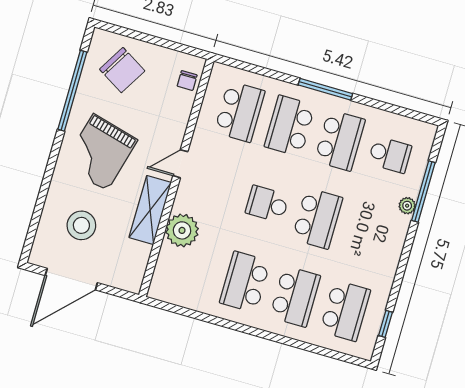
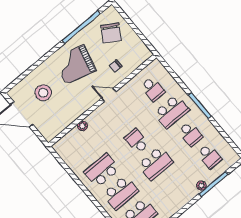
chair: (187, 81) -> (116, 66), moved
school desk: (240, 112) -> (153, 89), width x0.54
school desk: (290, 126) -> (172, 112), turned 180
school desk: (340, 140) -> (190, 134), width x0.54
shelving: (150, 210) -> (80, 107), removed
plant: (182, 230) -> (82, 126), width x0.53, depth x0.53

